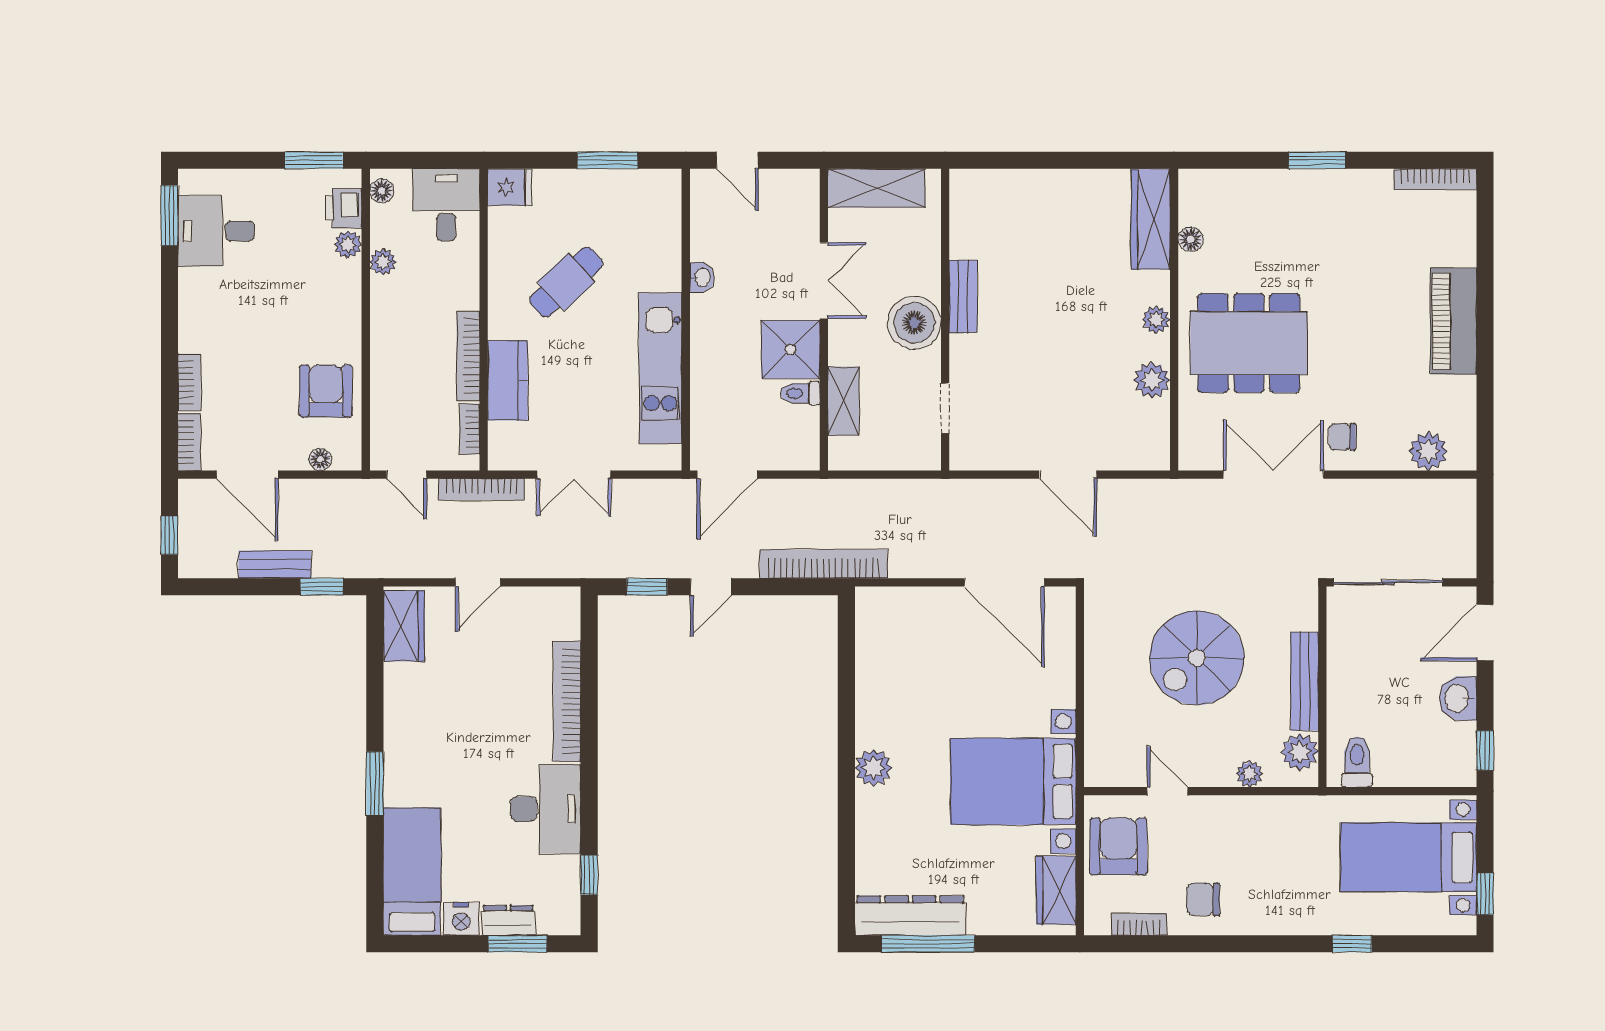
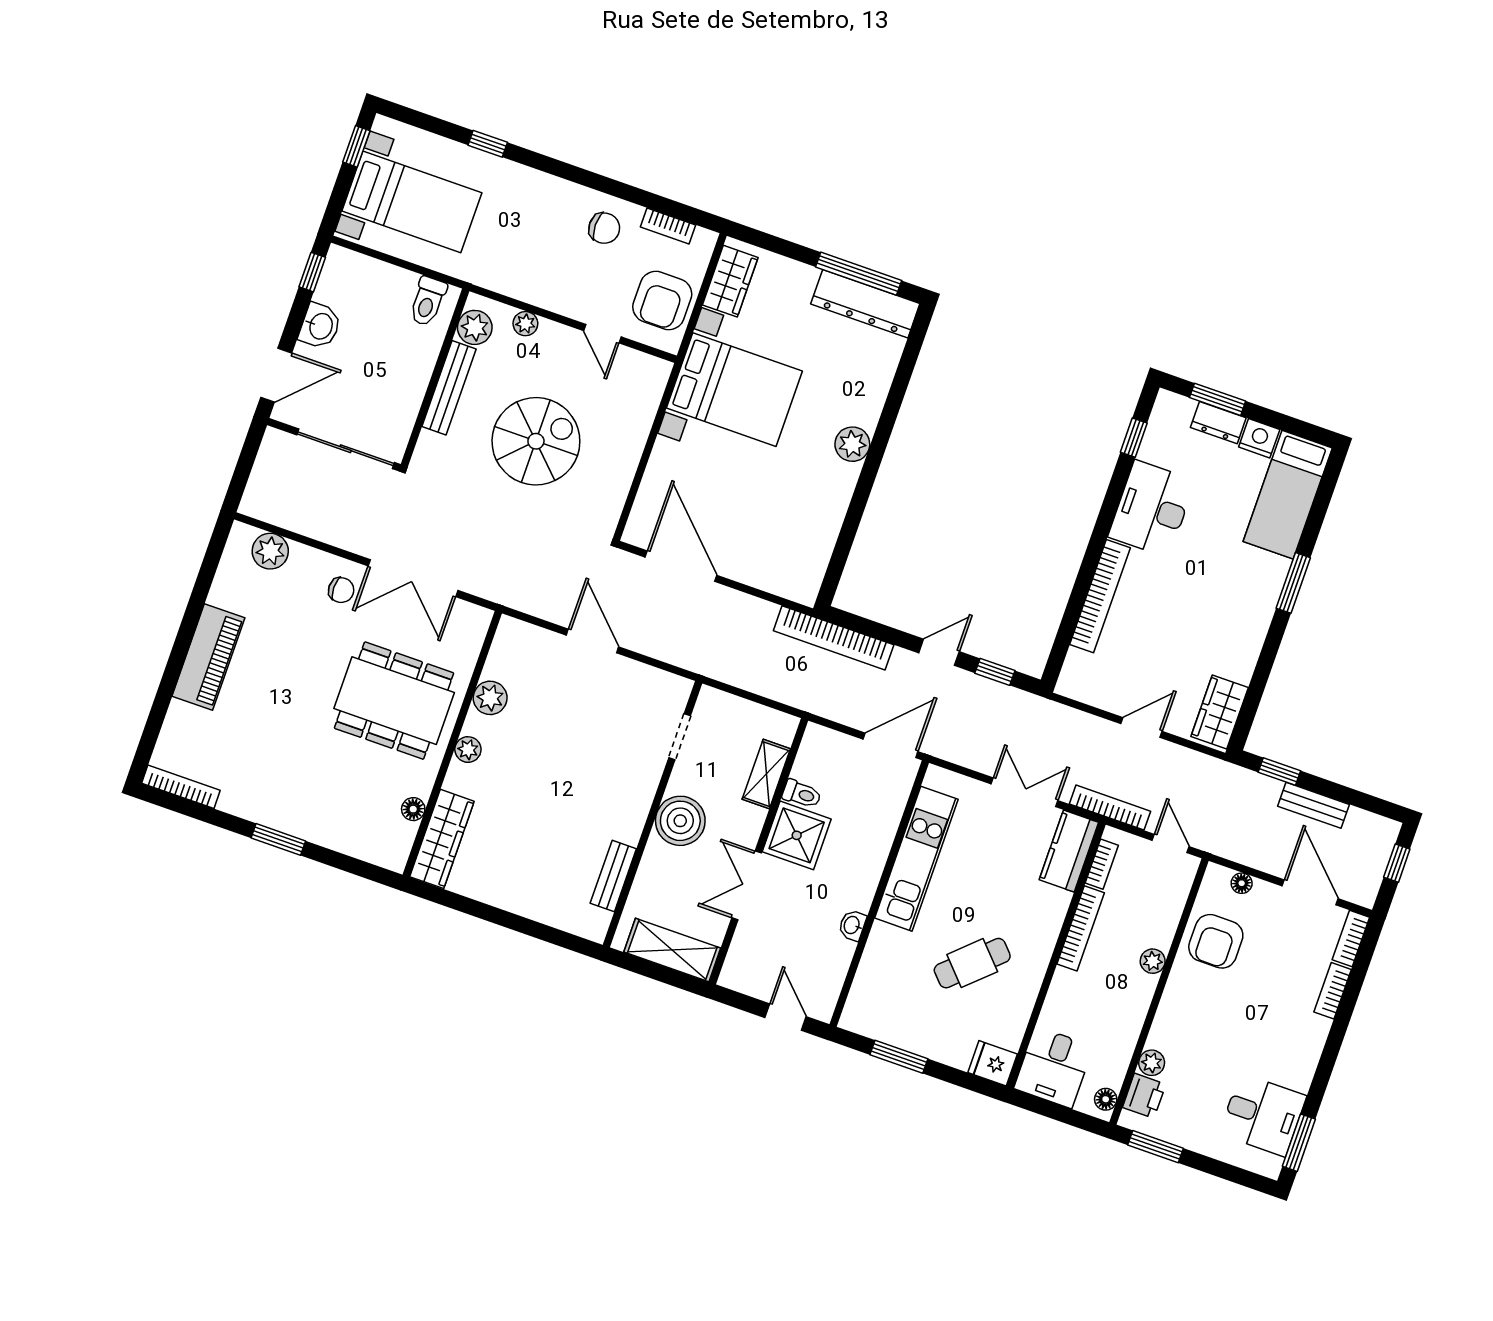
plant: (383, 262) -> (1153, 961), moved
bench: (963, 296) -> (613, 876), moved
kitchen counter: (508, 380) -> (1069, 851), moved

